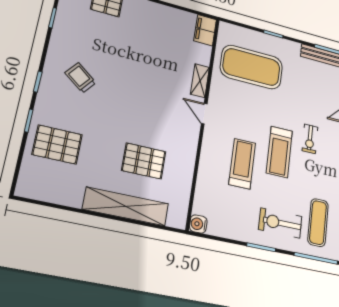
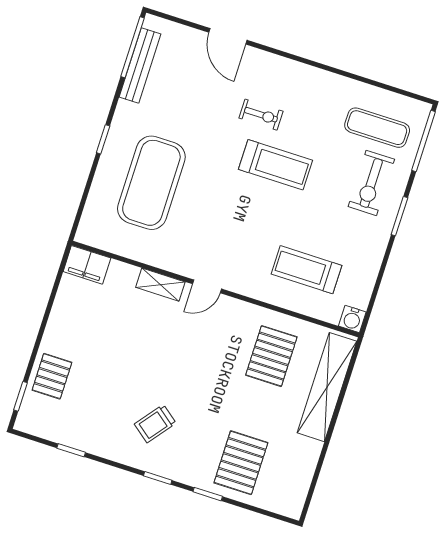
filing cabinet: (205, 30) -> (87, 265), moved
shelving: (200, 81) -> (160, 285), moved
door: (204, 114) -> (207, 286), moved
wall: (203, 120) -> (215, 289), moved
treadmill: (242, 164) -> (307, 270), moved
water cooler: (198, 224) -> (352, 319), moved

